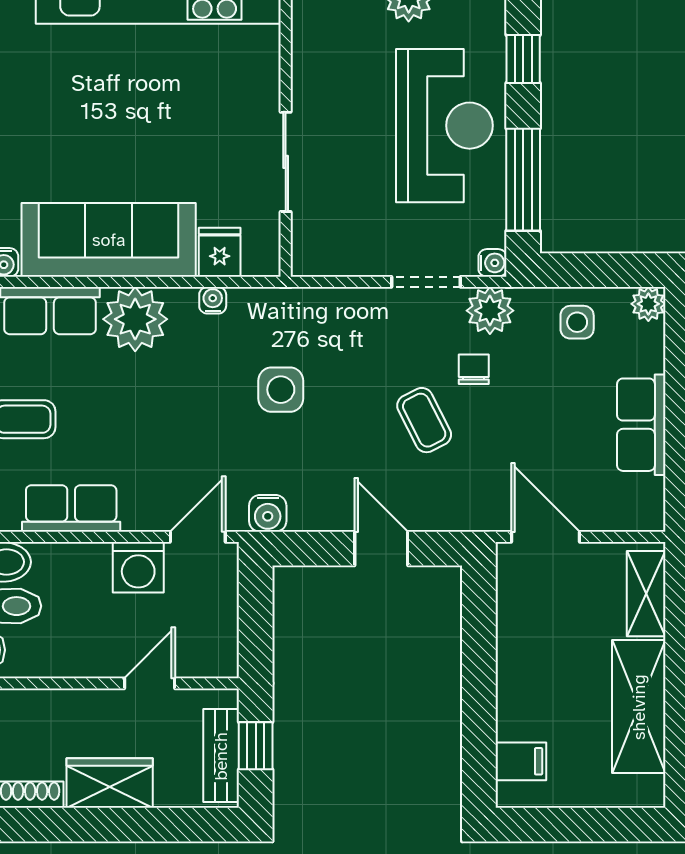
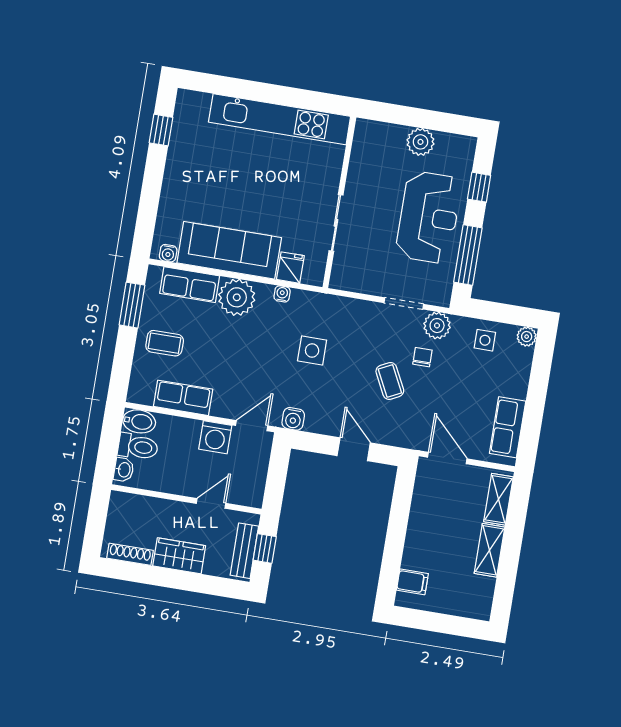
water cooler: (493, 263) -> (443, 299), removed
row of seats: (641, 425) -> (508, 427), moved
shelving: (639, 707) -> (490, 550), width x0.67, depth x0.75

